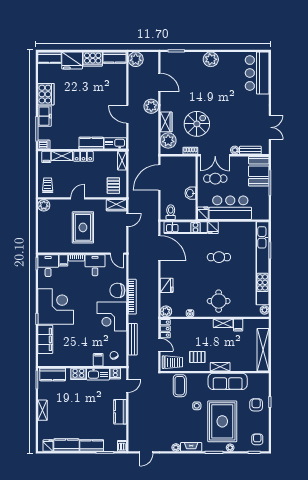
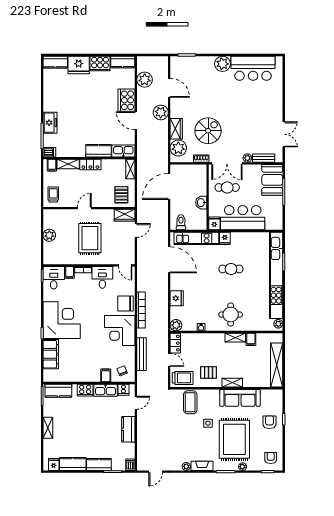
plant: (136, 59) -> (145, 80), moved
bar counter: (257, 73) -> (253, 68), moved, turned -90
cooker: (46, 94) -> (126, 100), moved, turned 180
plant: (44, 205) -> (49, 235), moved

